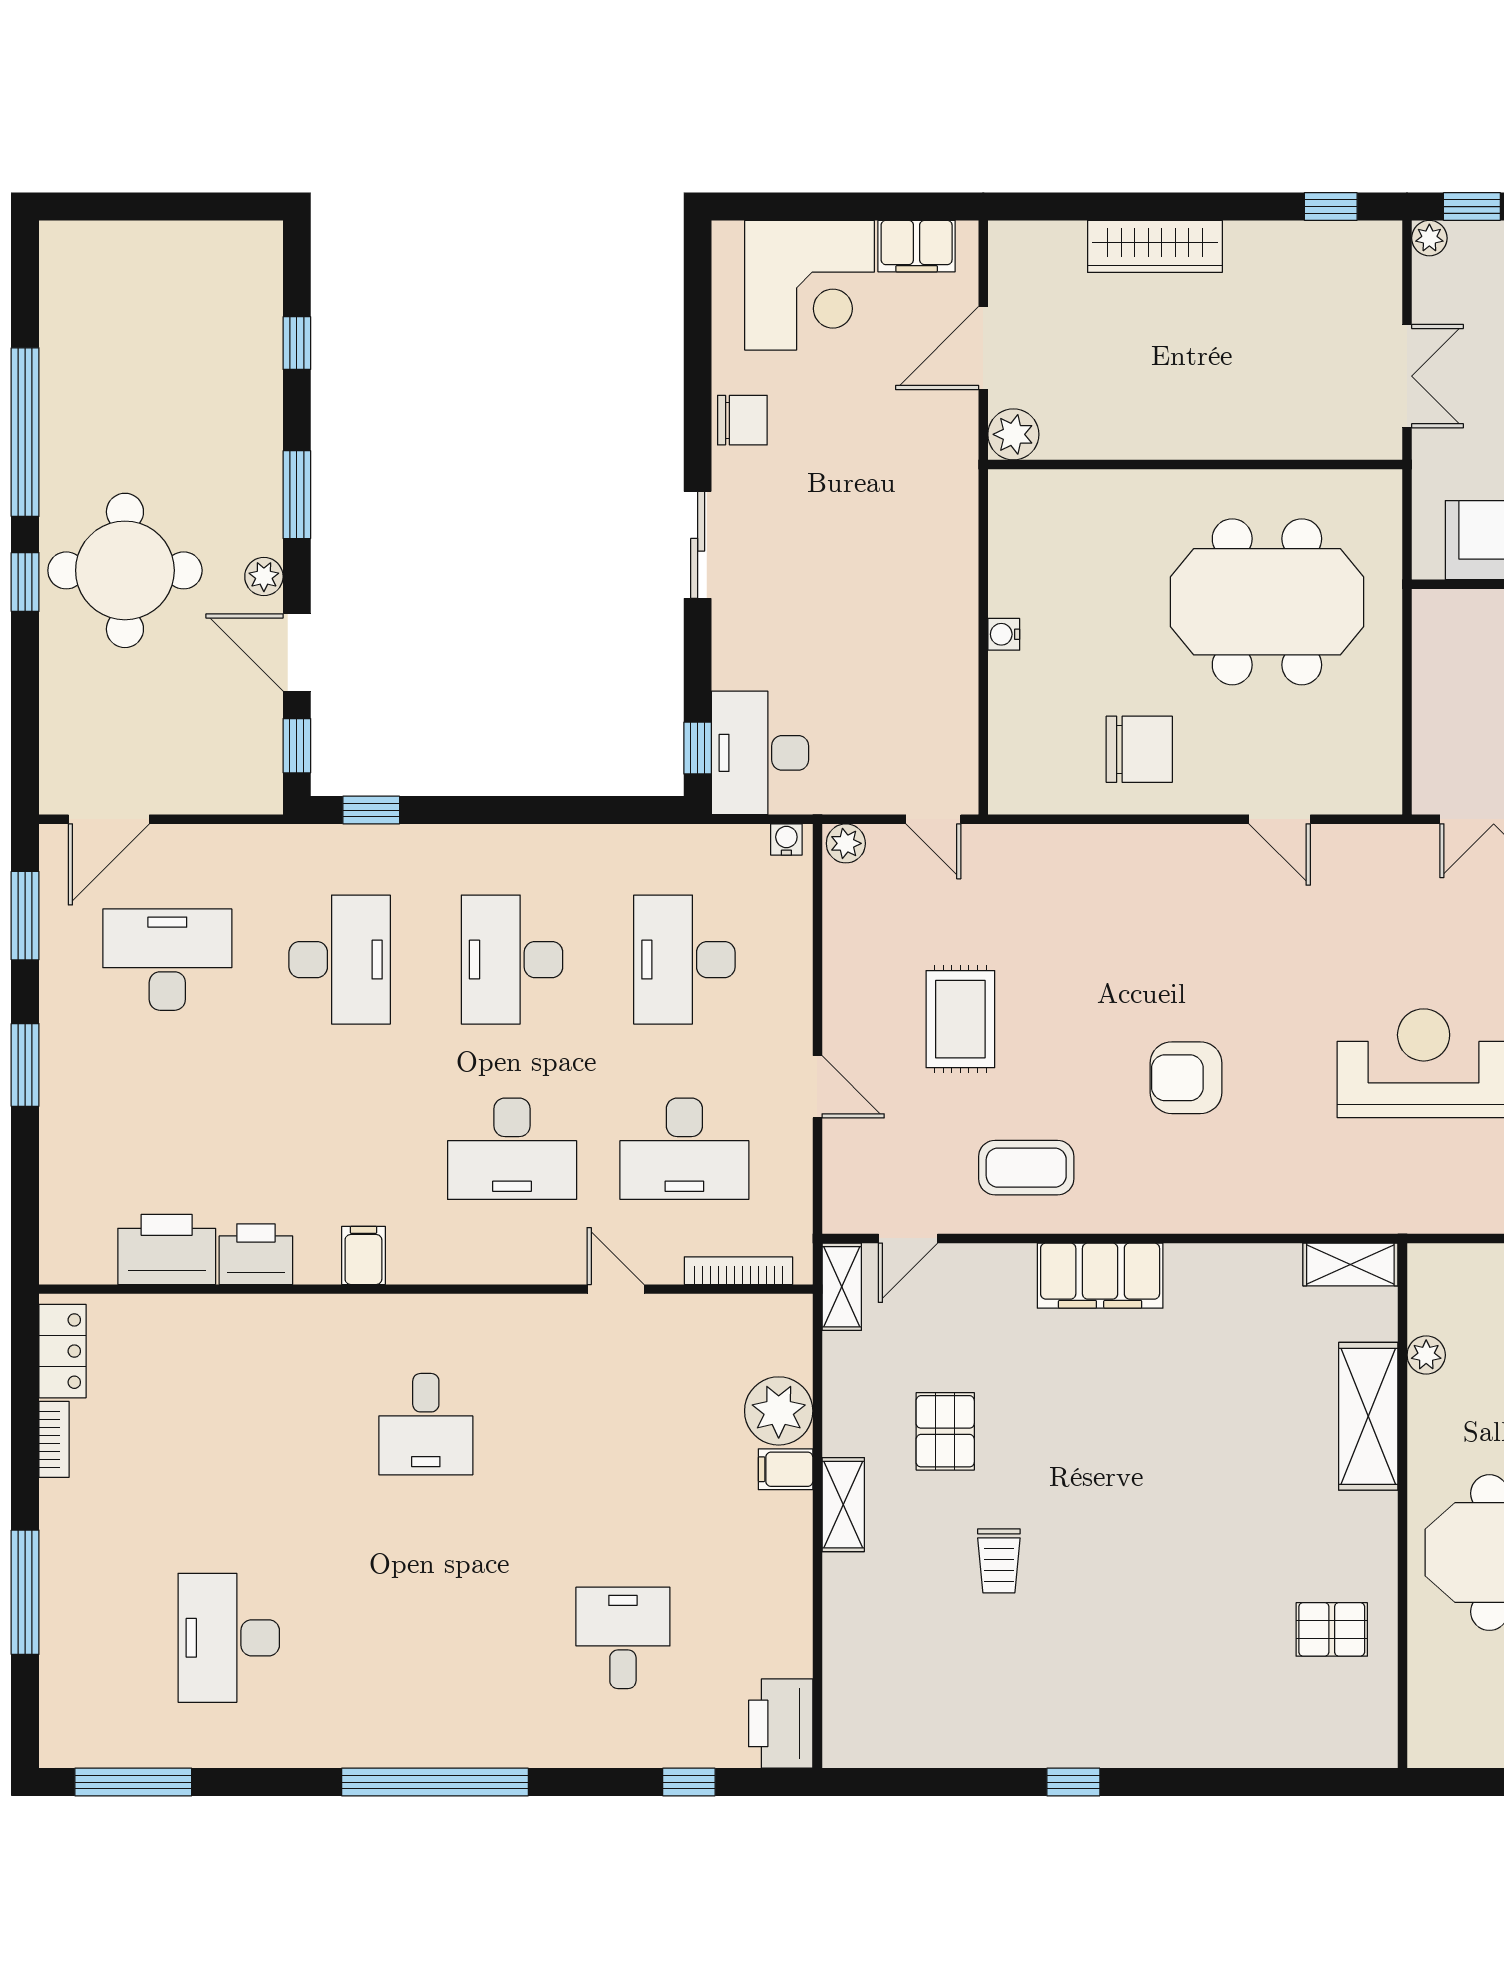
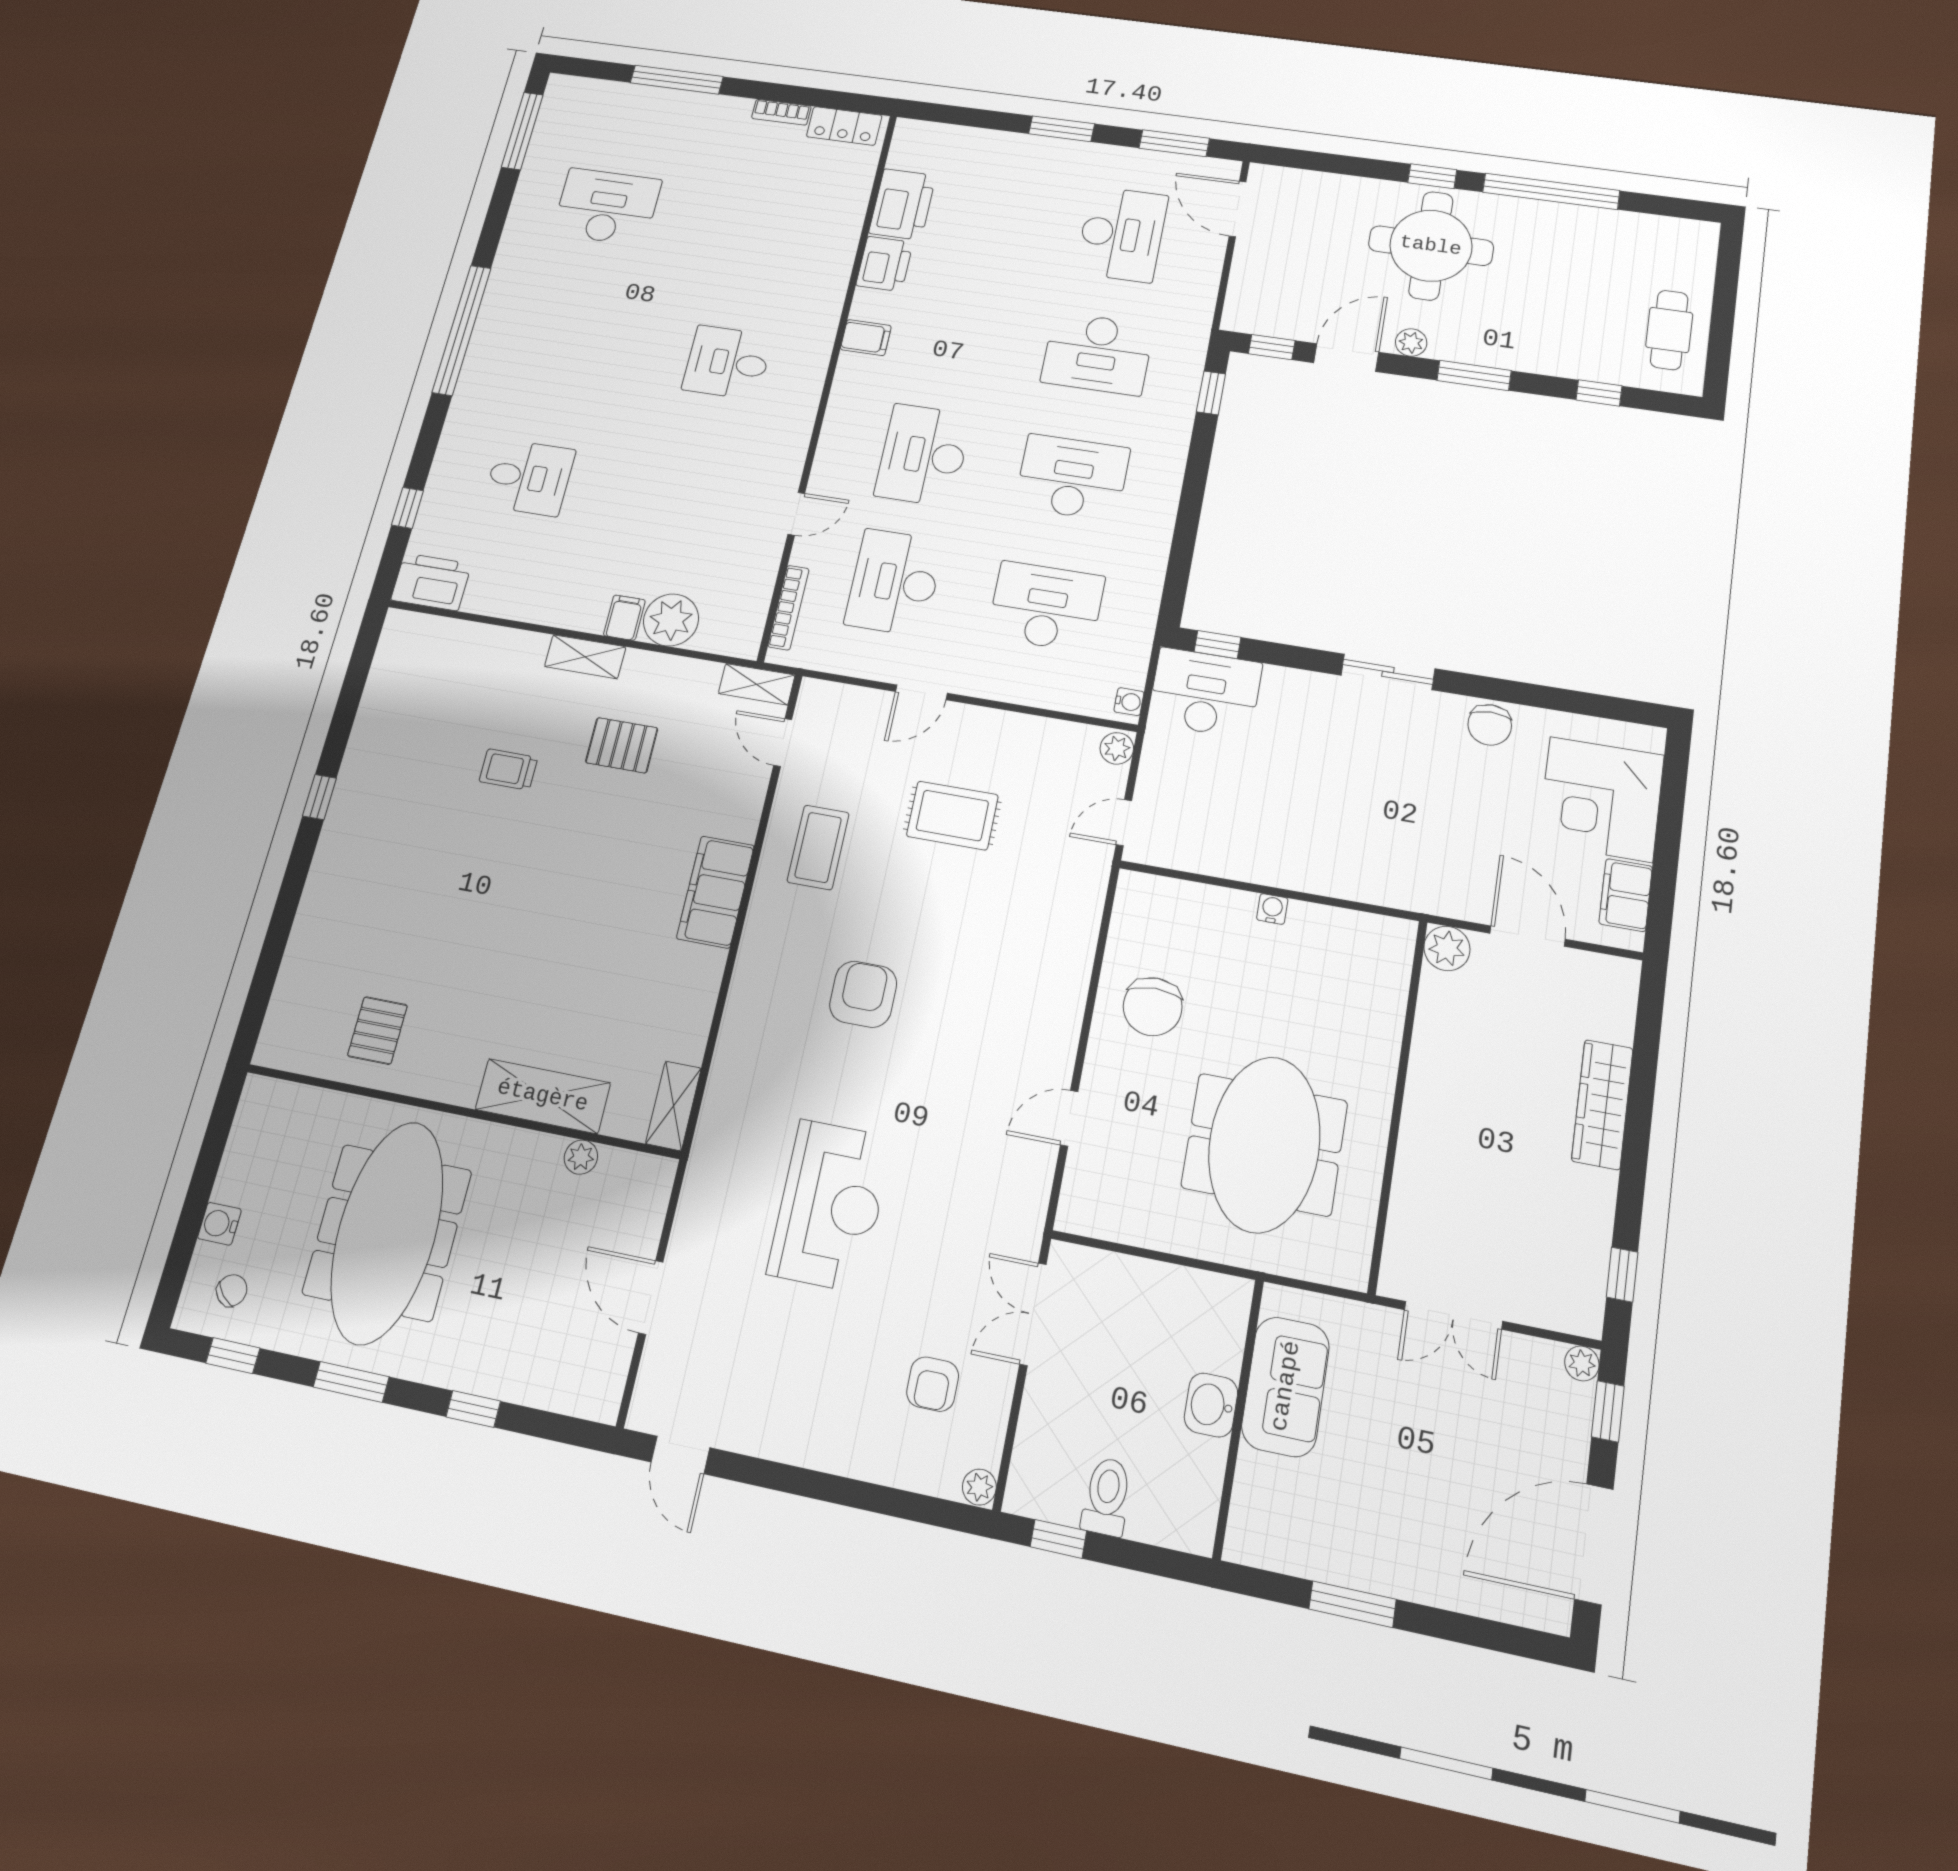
cafe table: (198, 268) -> (1669, 330), added

